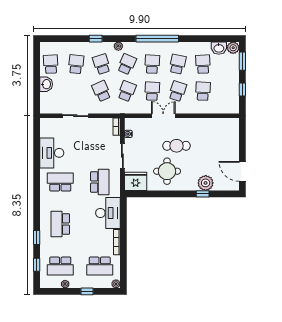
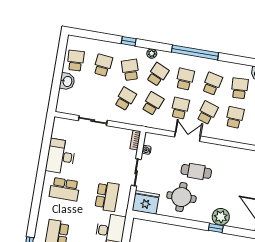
school desk: (101, 91) -> (125, 99), turned 45
school desk: (60, 182) -> (65, 189), turned 180

